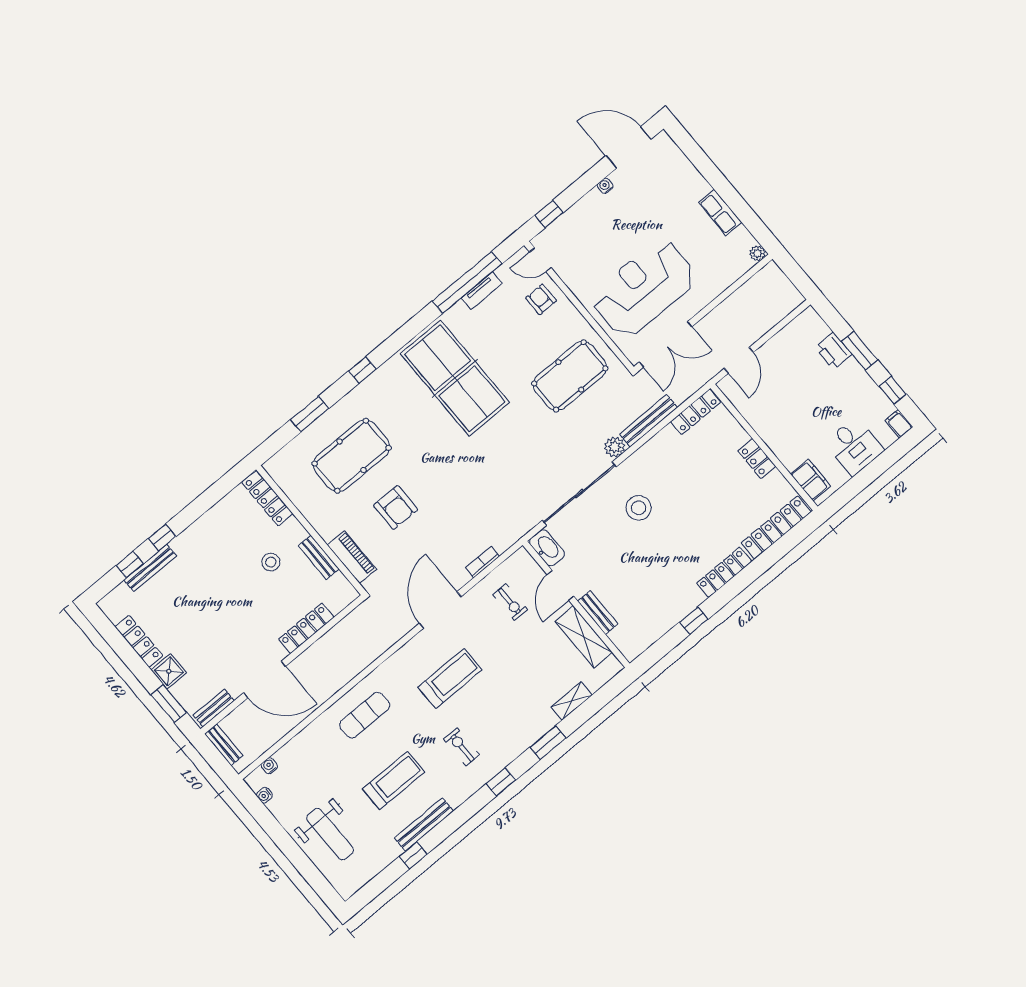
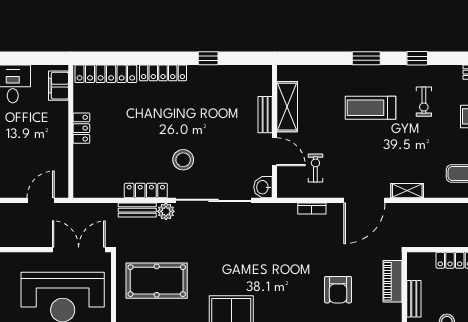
locker: (696, 412) -> (146, 191), moved
bench: (648, 421) -> (137, 210), width x0.73
armchair: (396, 507) -> (338, 290), turned 180
washbasin: (547, 548) -> (263, 187), width x0.72
door: (560, 586) -> (275, 152), hinge flipped
treadmill: (450, 678) -> (371, 108), moved
shelving: (572, 701) -> (407, 191), moved

